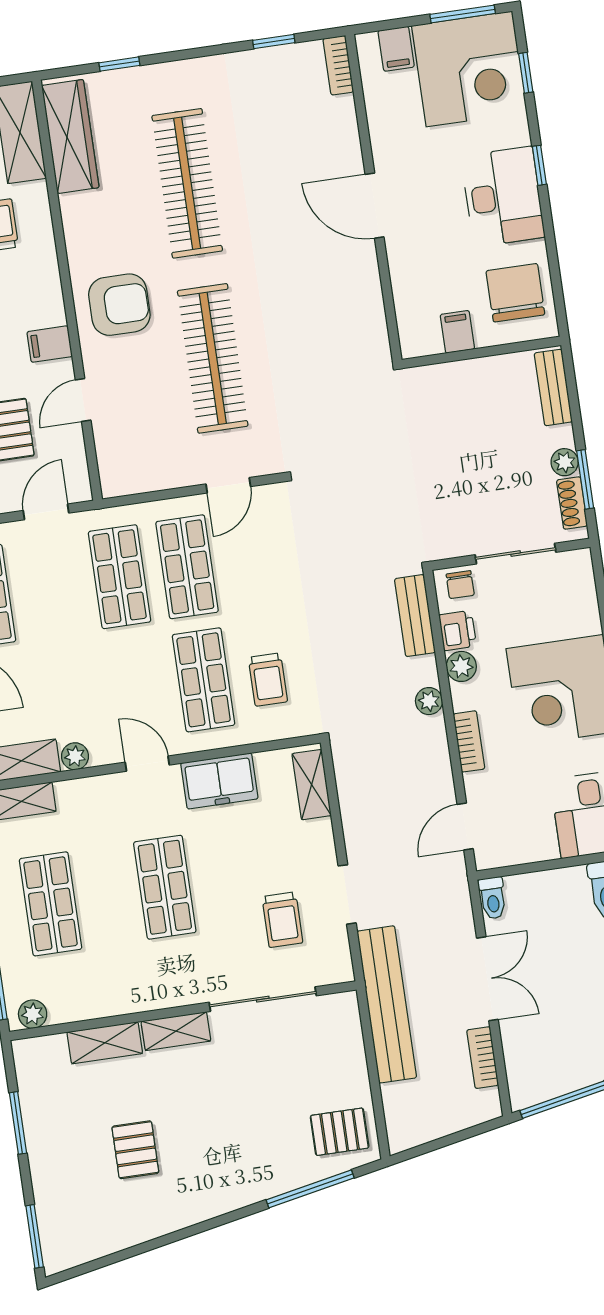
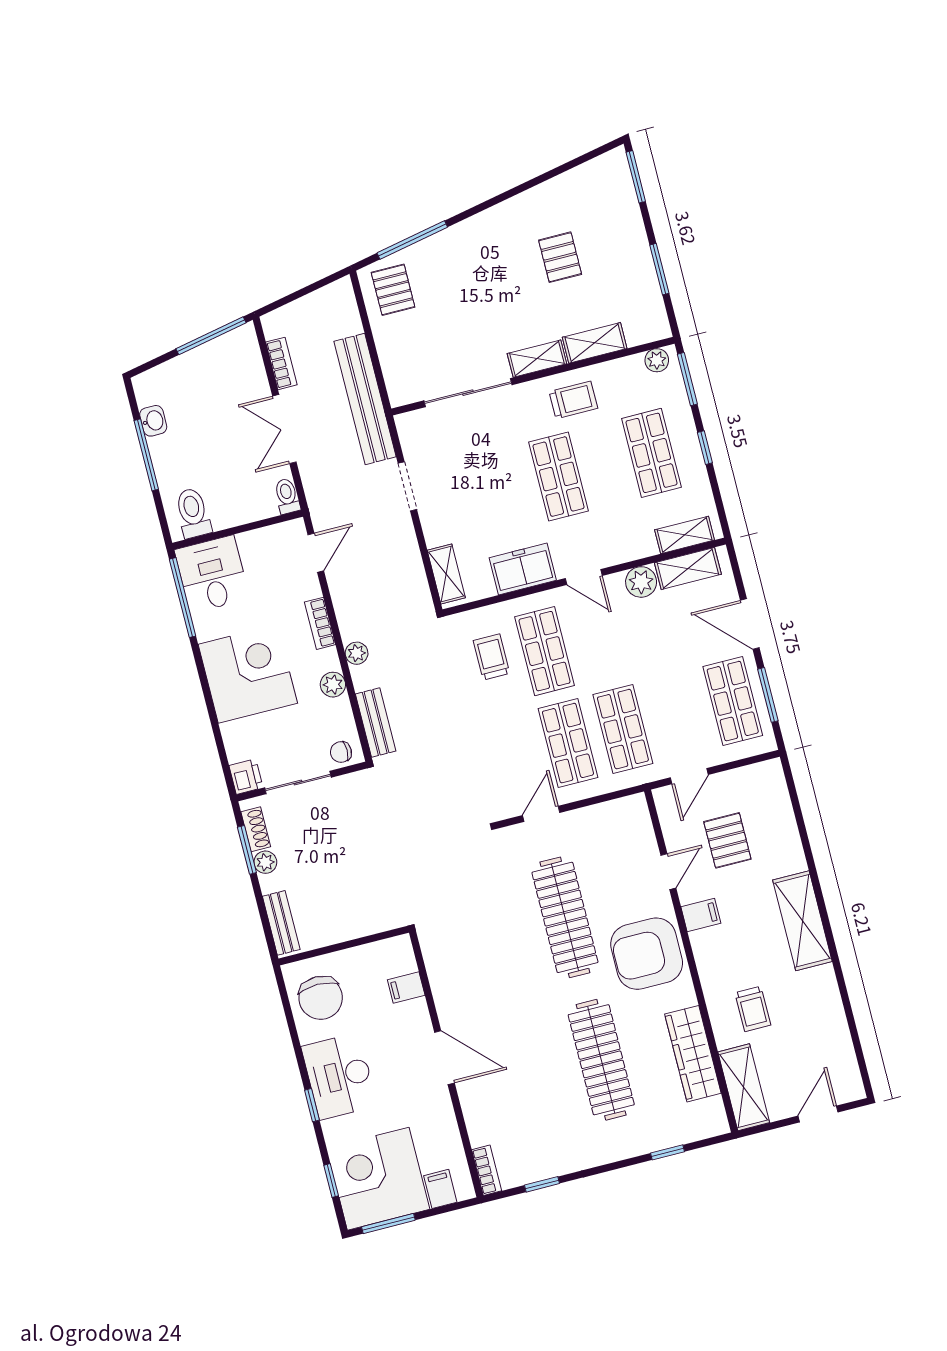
wardrobe: (70, 137) -> (693, 1054), moved
armchair: (119, 305) -> (647, 954), width x1.36, depth x1.36
filing cabinet: (457, 332) -> (406, 988), moved, turned 90
chair: (460, 585) -> (341, 752), turned -90
printer: (458, 631) -> (246, 777), moved, turned 180
plant: (75, 756) -> (641, 582), width x1.38, depth x1.38
trolley: (282, 920) -> (573, 400), moved, turned 90
pallet: (340, 1132) -> (393, 290), turned 90

